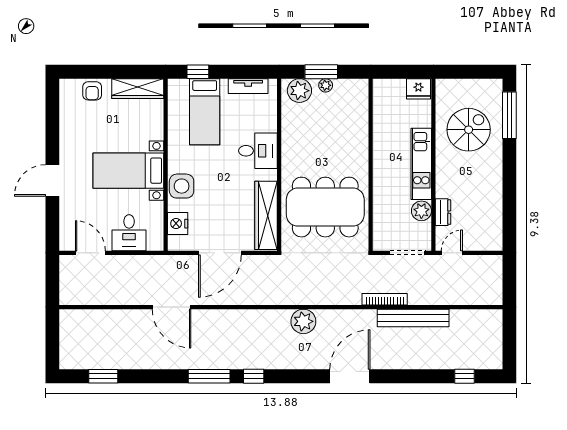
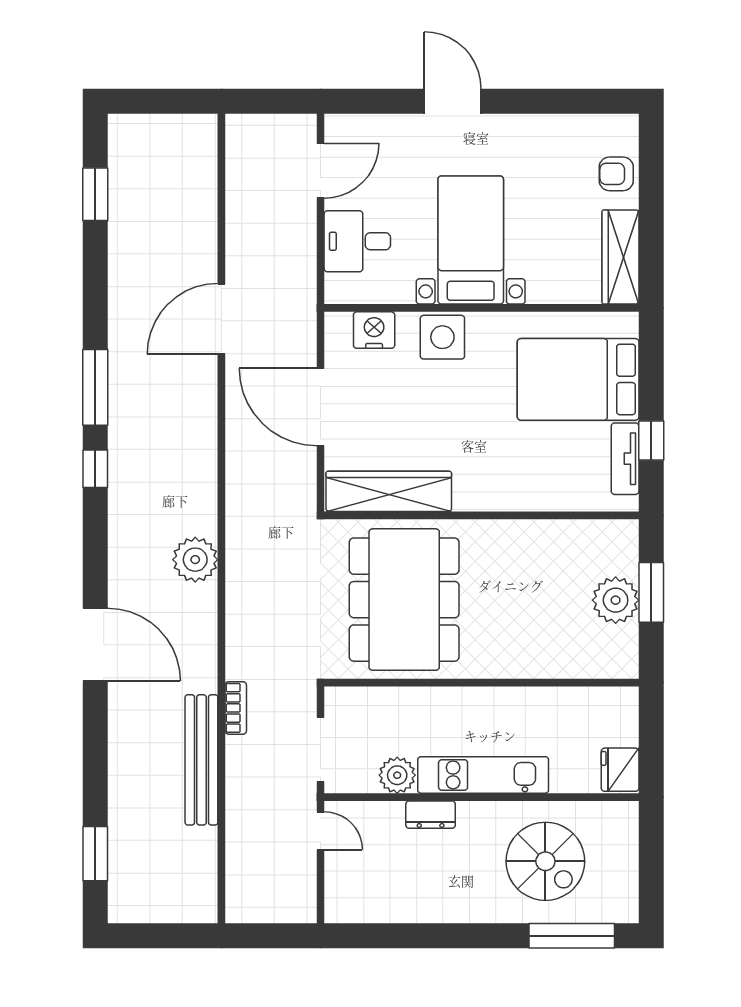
window: (198, 72) -> (651, 441), moved
plant: (326, 85) -> (616, 600), width x1.88, depth x1.88
plant: (299, 91) -> (617, 553), removed
bed: (205, 112) -> (578, 379), width x1.50
desk: (258, 151) -> (507, 477), removed
dresser: (443, 212) -> (431, 815), moved
bookcase: (385, 299) -> (236, 708), width x0.64
window: (464, 376) -> (95, 854), width x1.50

